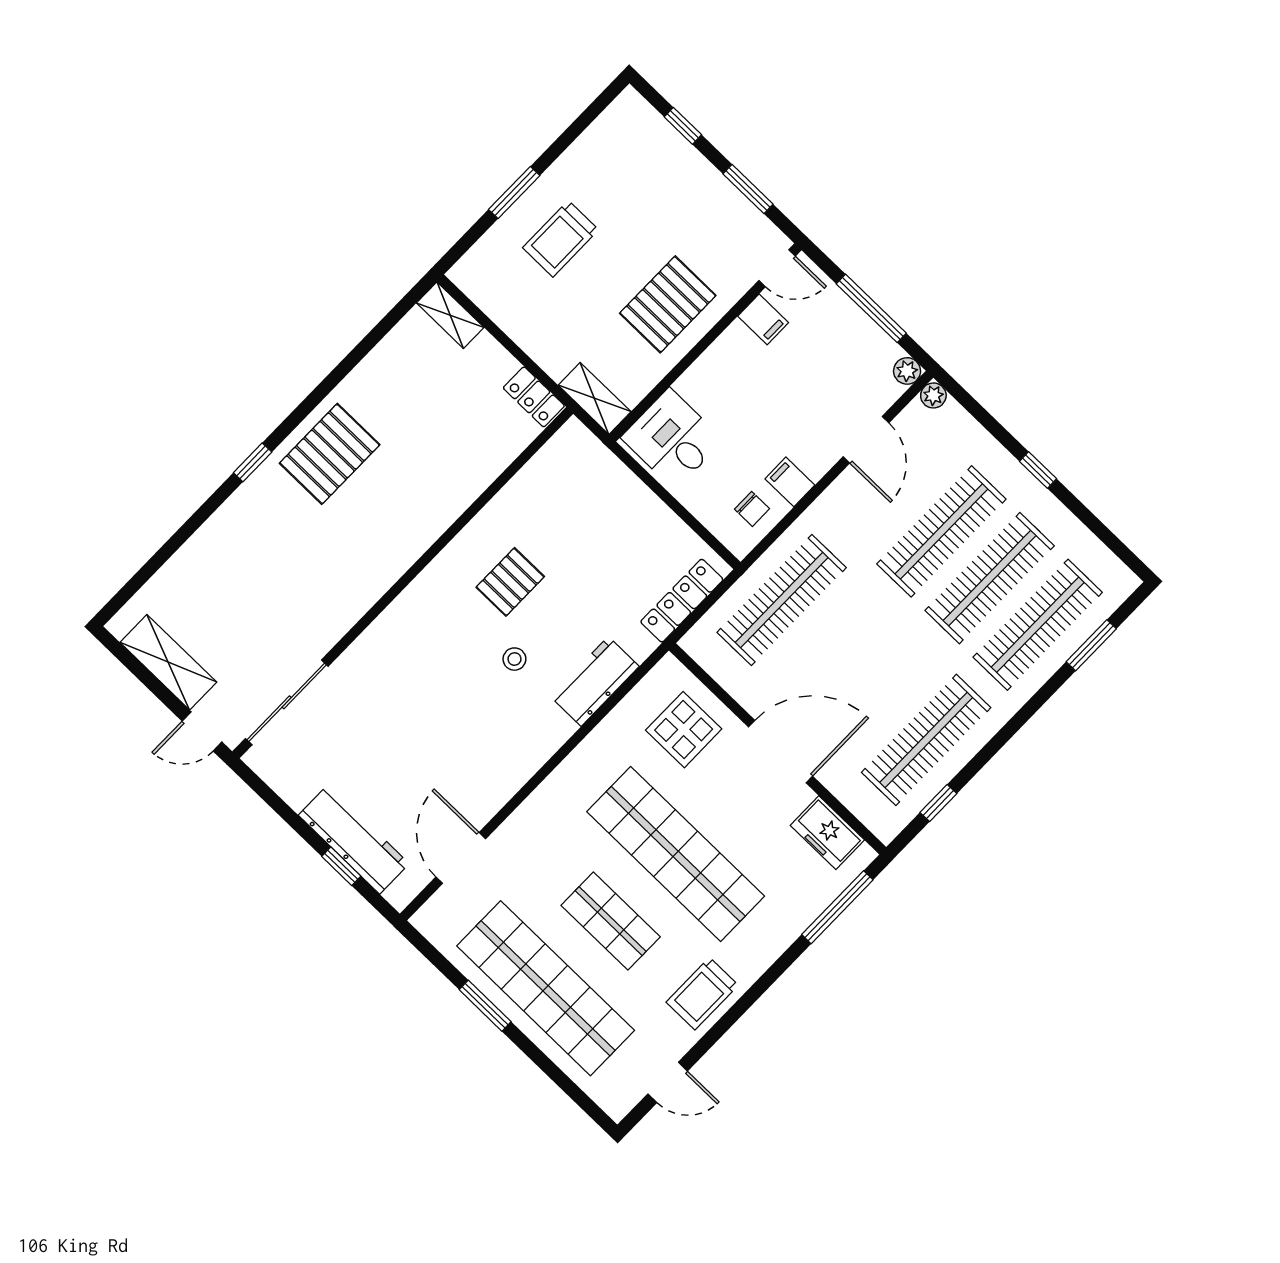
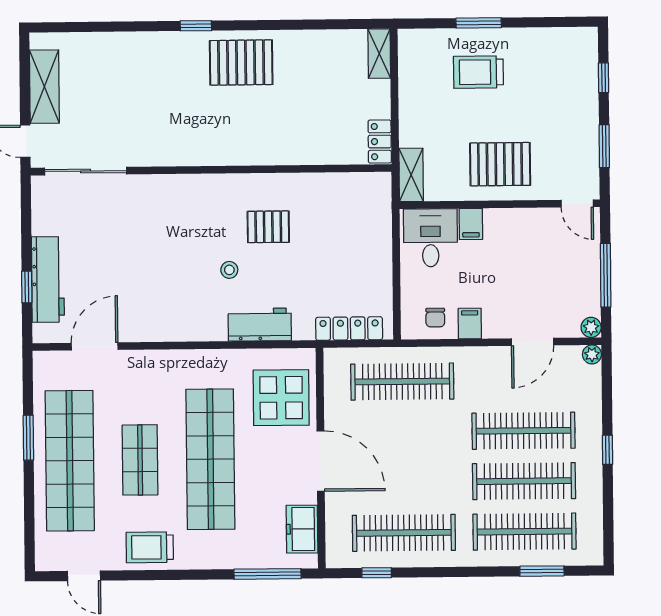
filing cabinet: (763, 319) -> (471, 224), moved
display table: (684, 730) -> (281, 398), width x1.36, depth x1.36

